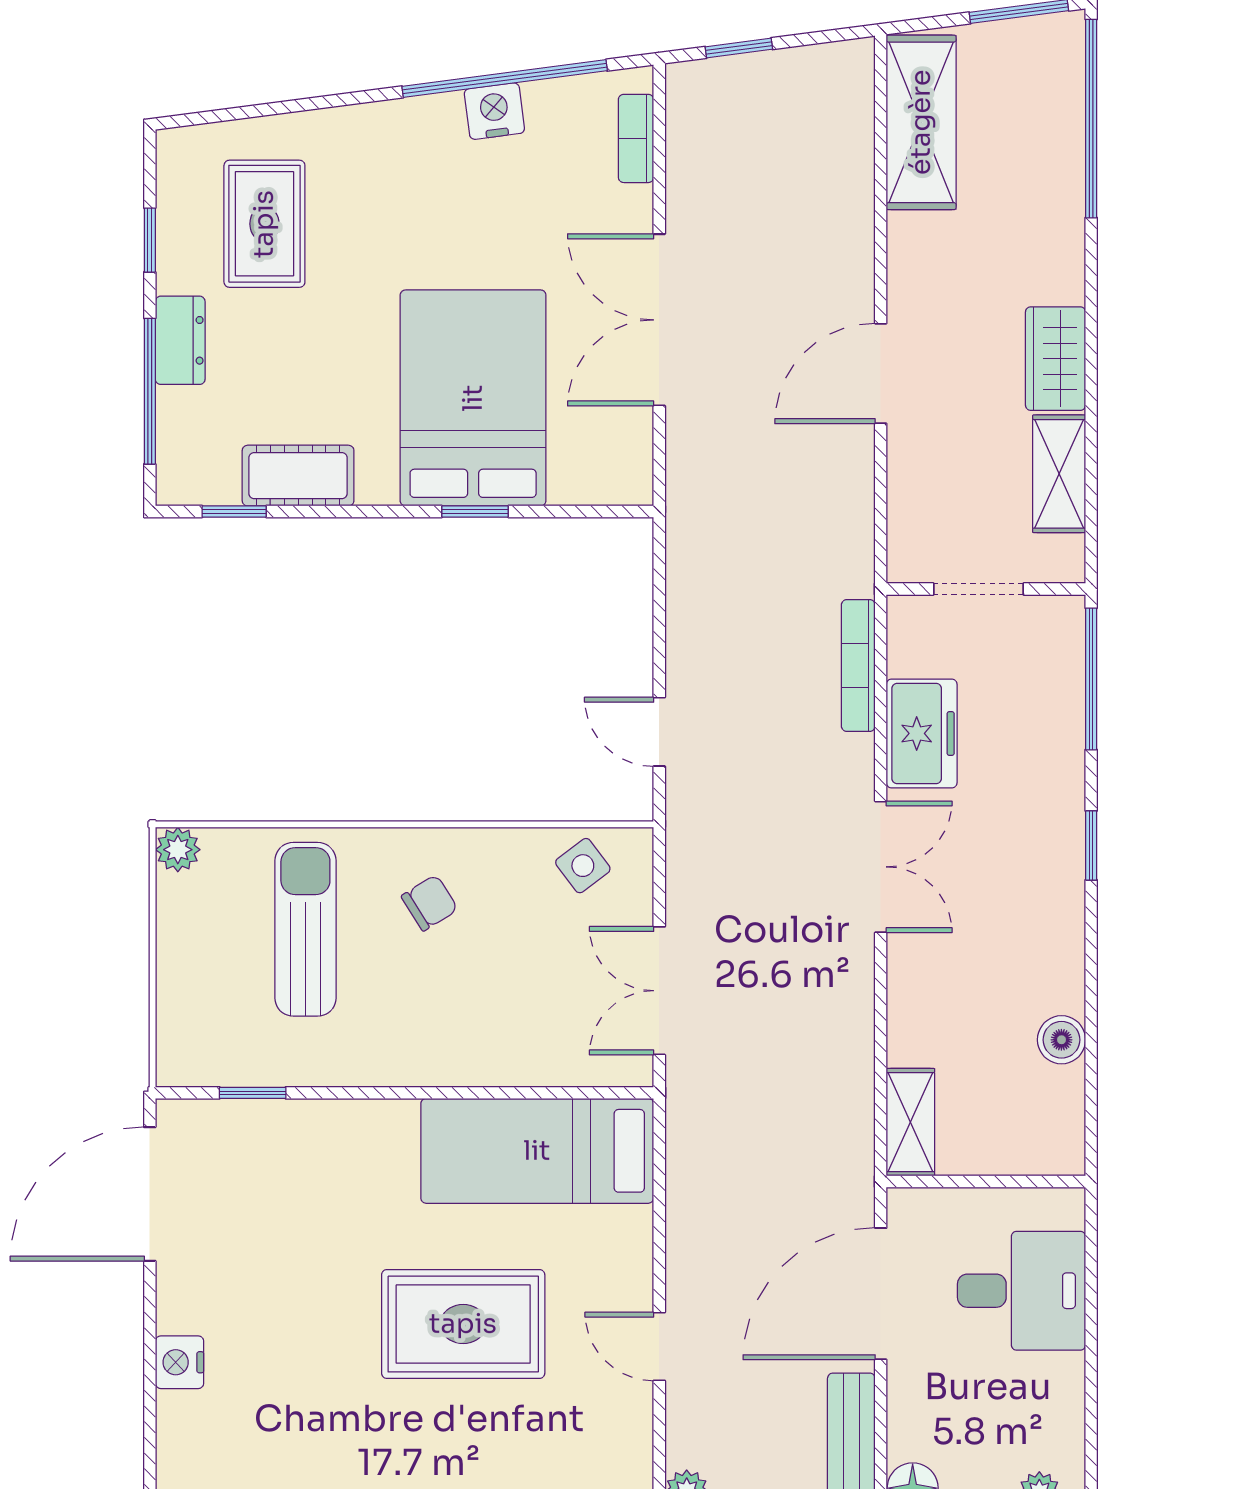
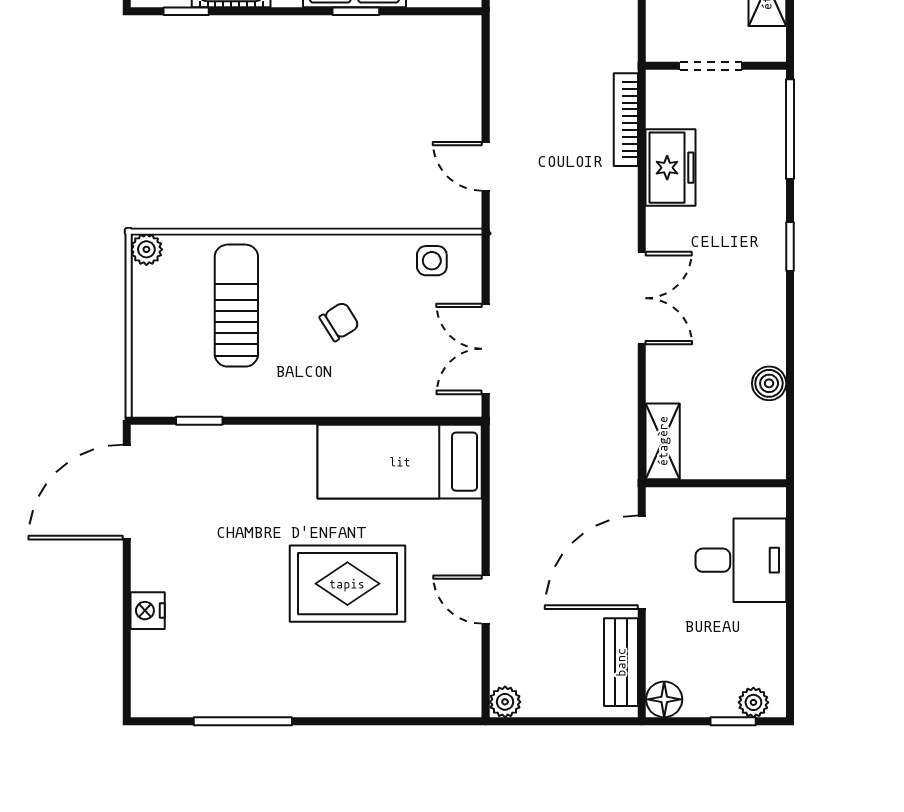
side table: (583, 866) -> (432, 261), turned 37
double door: (881, 867) -> (642, 298), moved
chair: (430, 903) -> (339, 322), moved

